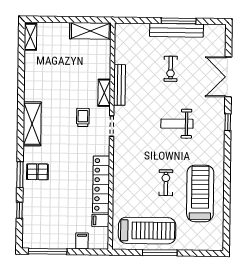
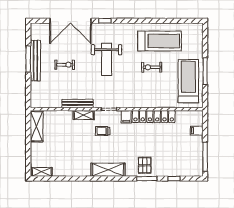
double door: (228, 77) -> (70, 21), width x1.36
weight bench: (177, 124) -> (106, 59), width x1.36, depth x1.33
treadmill: (200, 193) -> (160, 41), turned 180
filing cabinet: (100, 220) -> (126, 117), moved

